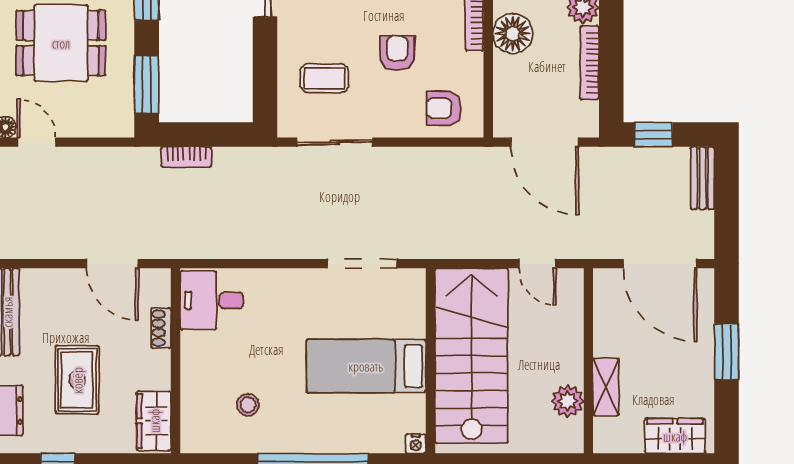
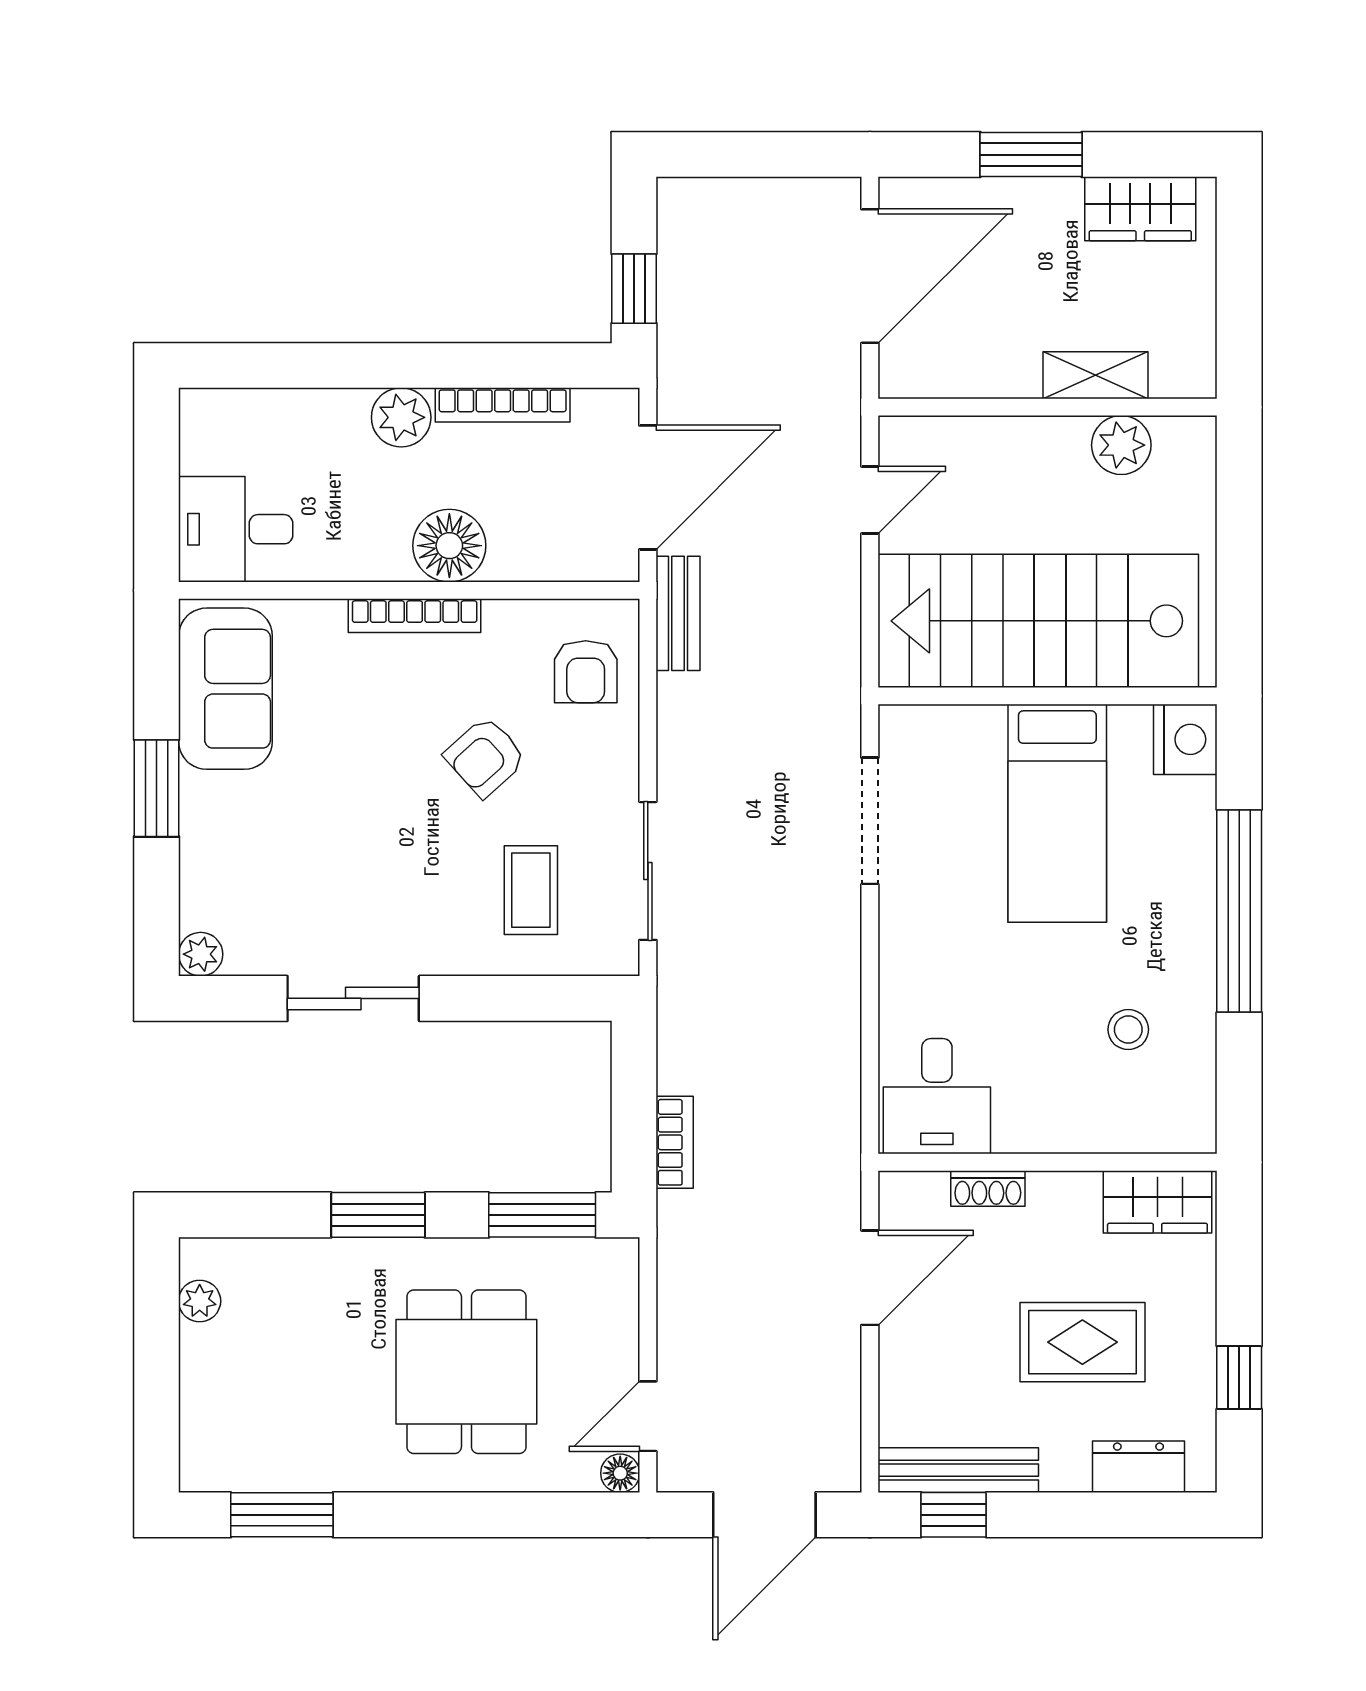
armchair: (397, 53) -> (485, 757), turned -42
bench: (702, 178) -> (678, 613), moved, turned 90
wardrobe: (675, 436) -> (1140, 209), moved, turned -90
nightstand: (416, 444) -> (1185, 739), width x1.89, depth x1.79

